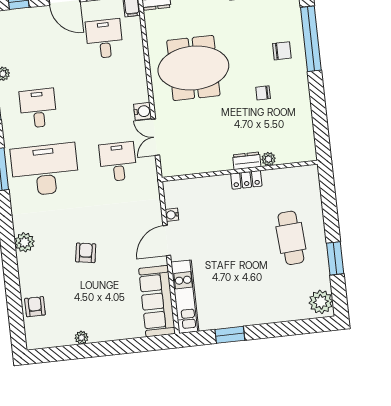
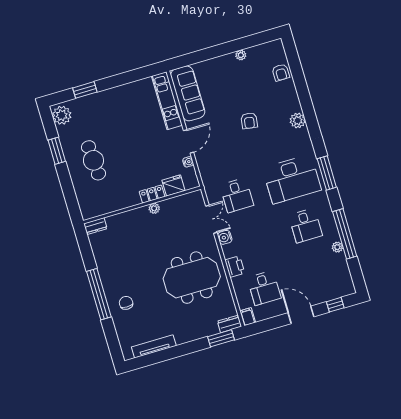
window: (311, 39) -> (99, 294), moved
chair: (282, 51) -> (126, 303), turned 90
printer: (137, 72) -> (235, 267), added
chair: (263, 93) -> (135, 268), removed
plant: (268, 159) -> (154, 208), moved
dresser: (247, 161) -> (95, 226), moved
locker: (246, 180) -> (152, 194), moved
fridge: (196, 188) -> (174, 185), added
window: (230, 335) -> (85, 90), moved

